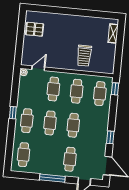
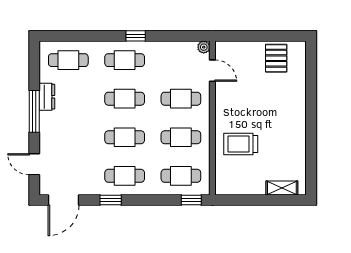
cafe table: (70, 159) -> (125, 176), moved
dresser: (44, 170) -> (47, 97), added

